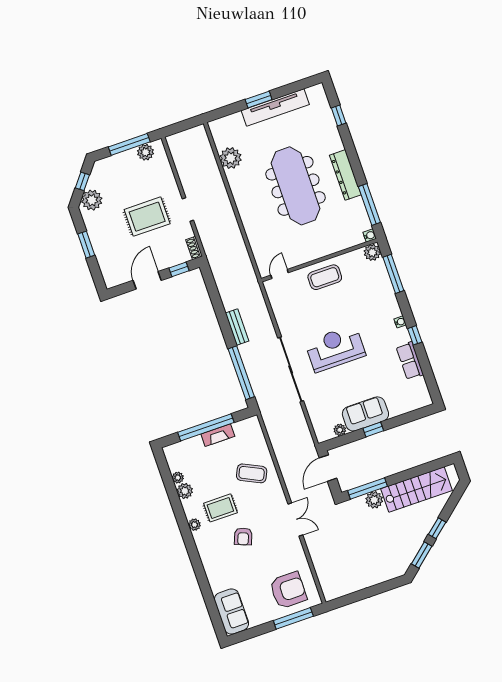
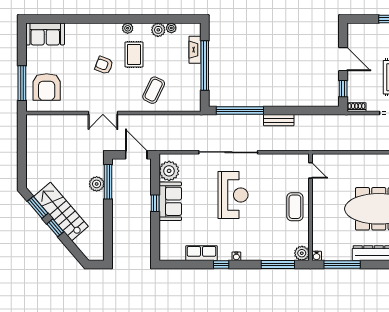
plant: (340, 430) -> (169, 171), width x1.88, depth x1.88
fireplace: (218, 435) -> (195, 50), moved
stairs: (417, 490) -> (61, 211), moved, turned 139

